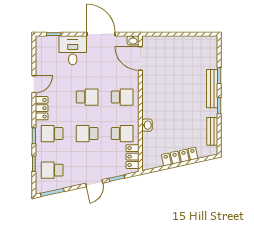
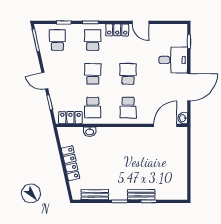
bench: (212, 89) -> (141, 195), width x0.73
school desk: (87, 97) -> (128, 74), turned 180
washbasin: (147, 125) -> (90, 132), moved

